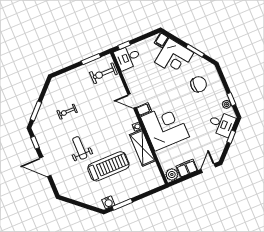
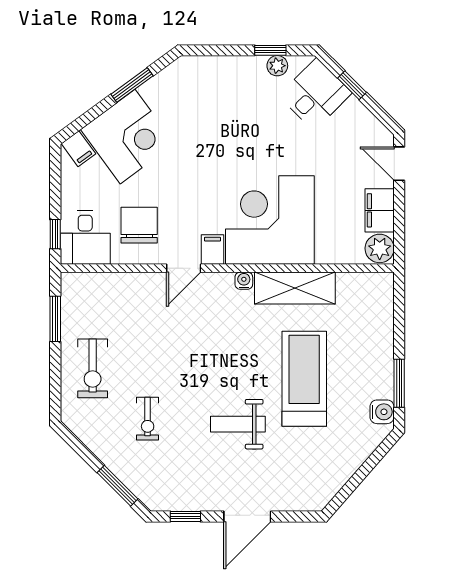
exercise bike: (103, 73) -> (93, 368), moved
chair: (199, 84) -> (139, 225), moved

